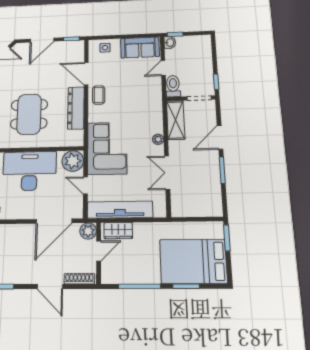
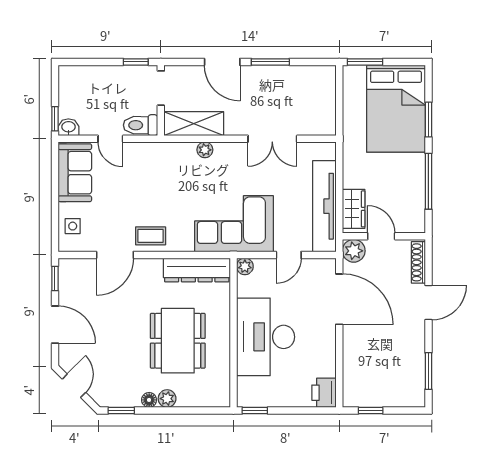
dresser: (76, 108) -> (197, 270), moved
dining table: (29, 114) -> (178, 341), turned 90
plant: (158, 139) -> (205, 150), moved
plant: (73, 161) -> (245, 266), width x0.53, depth x0.53

